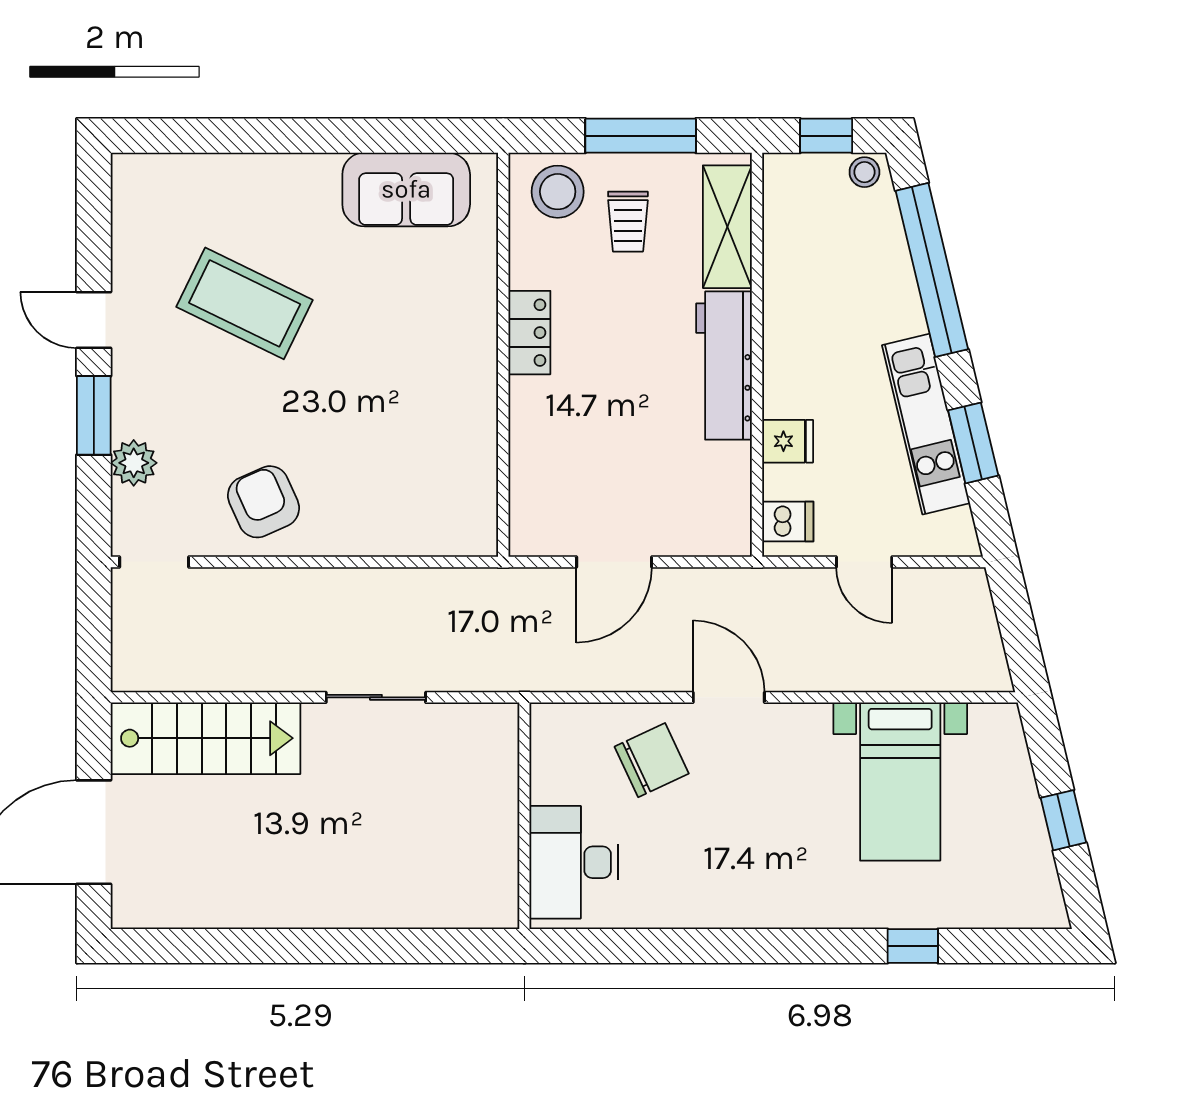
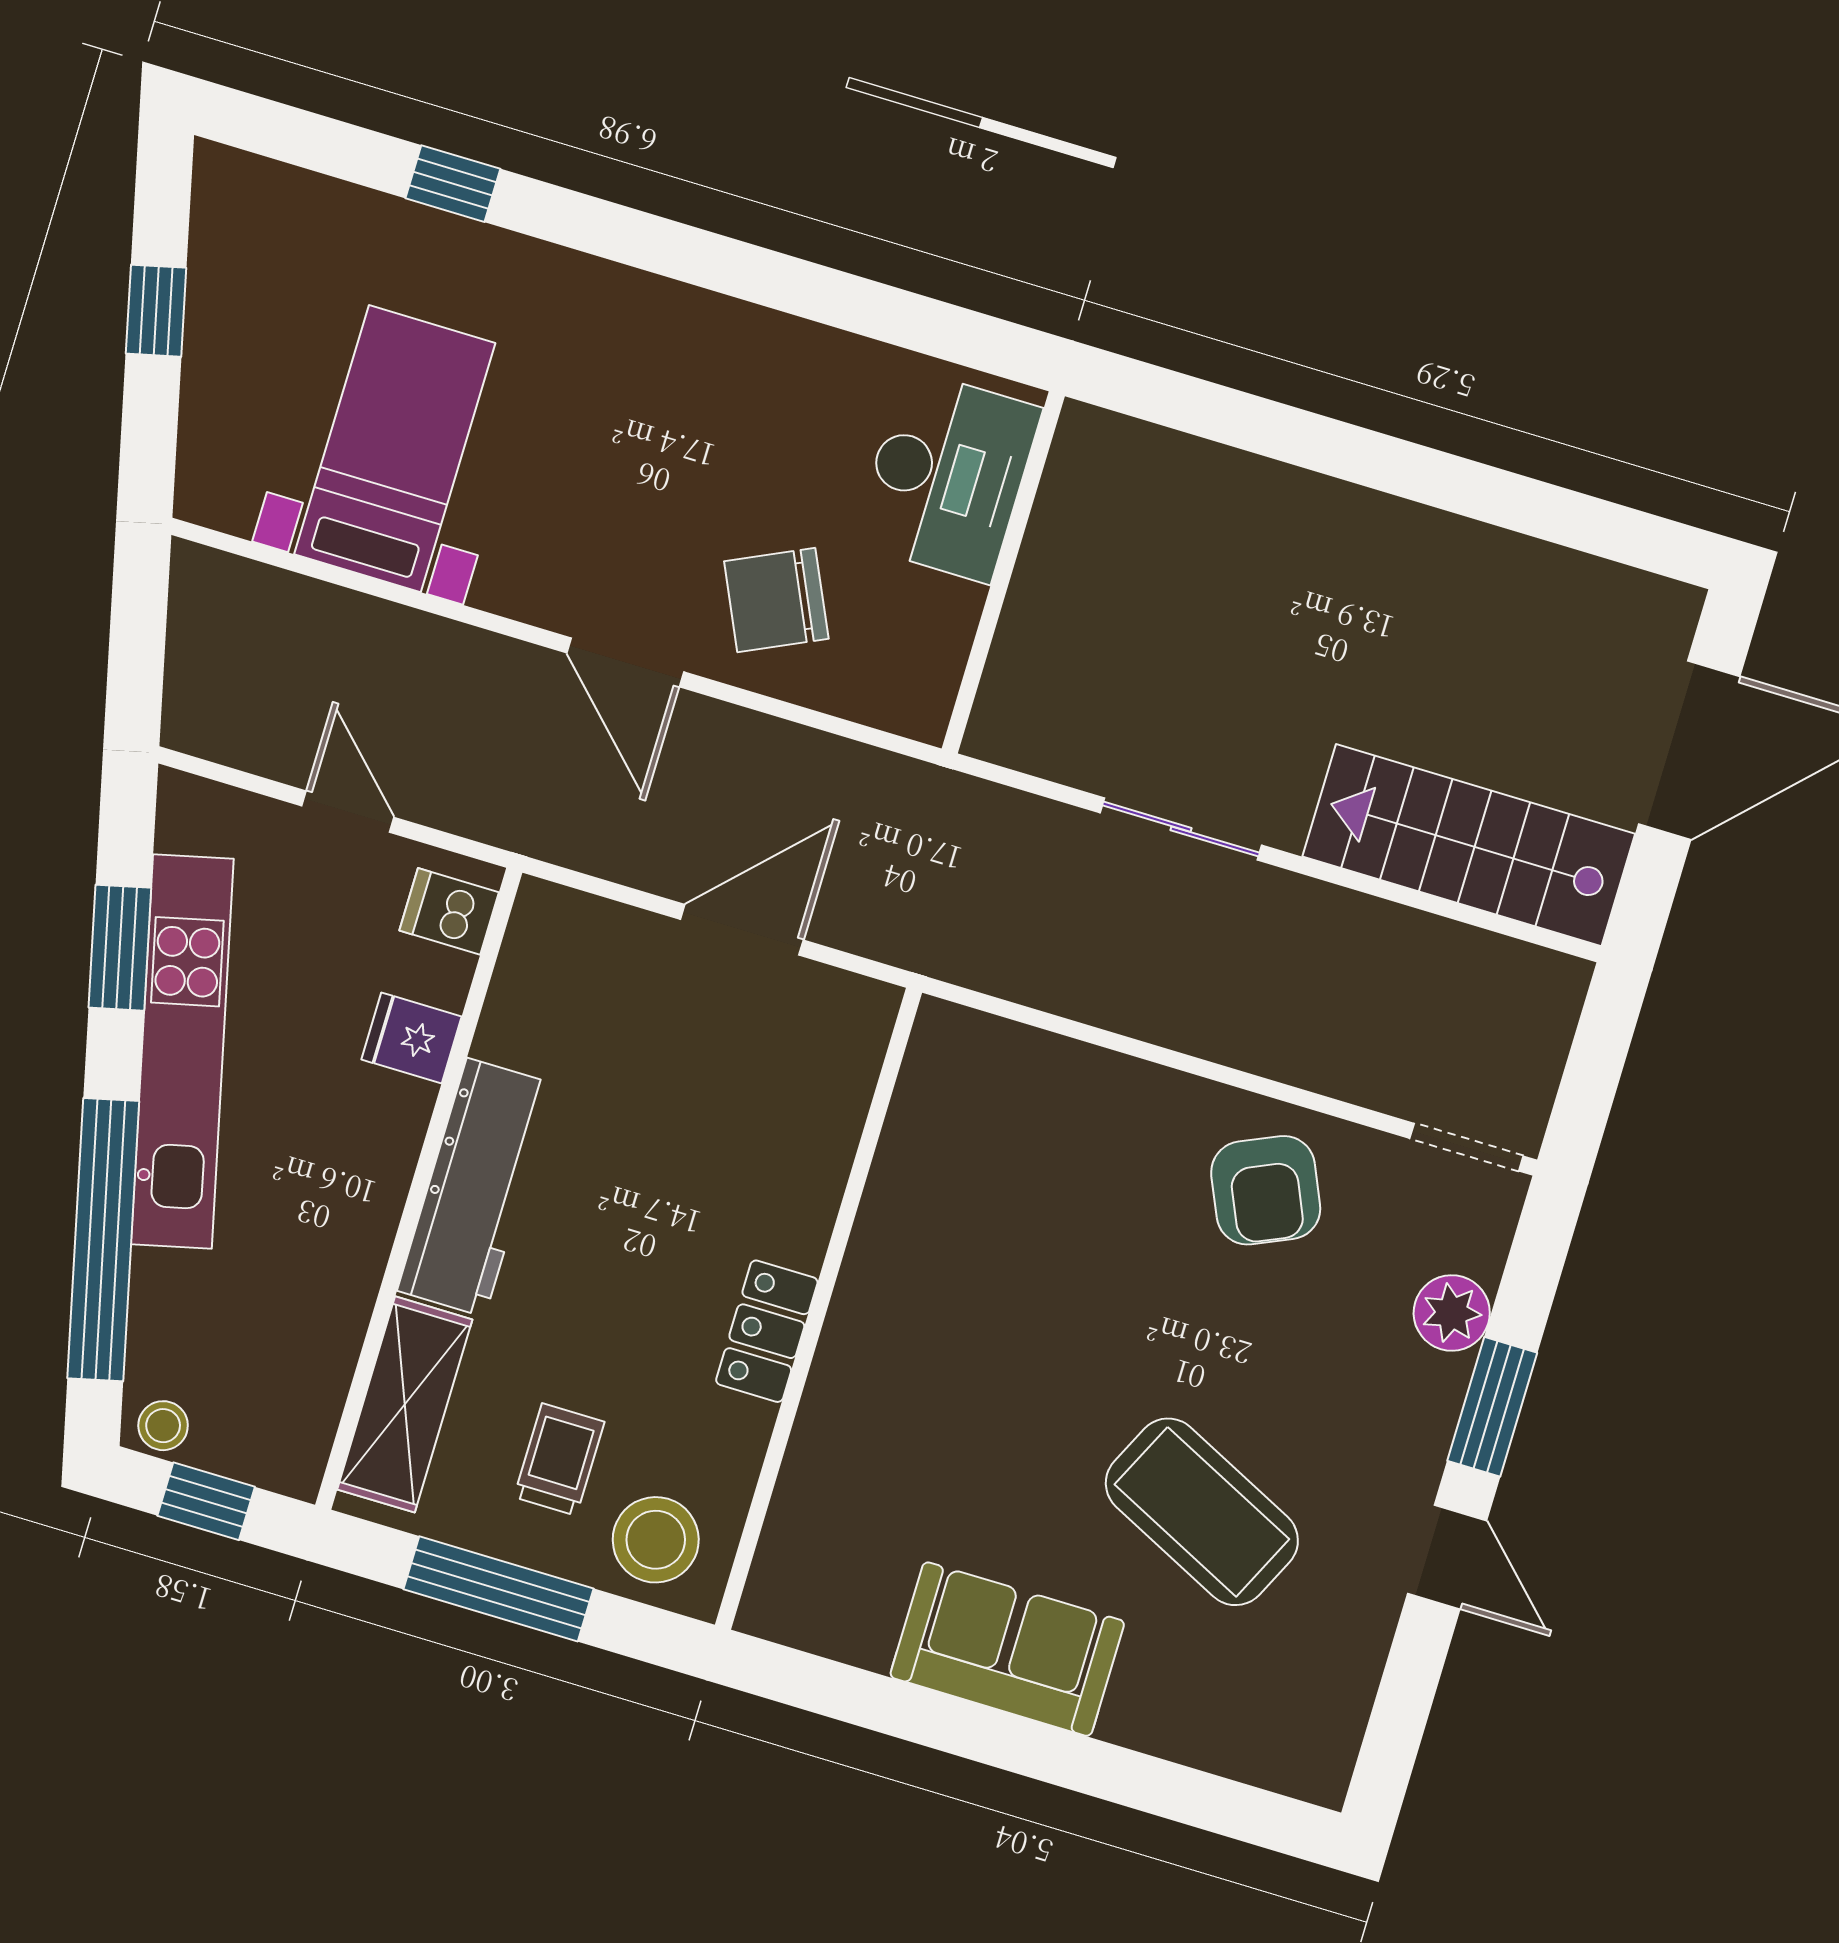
sofa: (406, 189) -> (1007, 1649), moved
kitchen unit: (926, 424) -> (182, 1051), width x1.36

